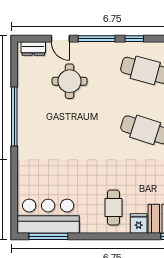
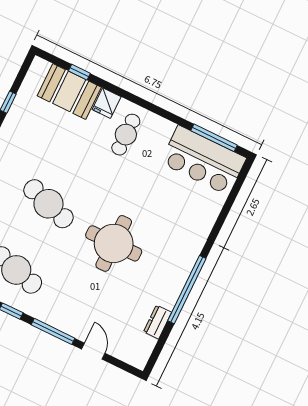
dresser: (33, 49) -> (157, 322), moved, turned -90
round table: (70, 81) -> (114, 243), moved, width x1.36, depth x1.36

